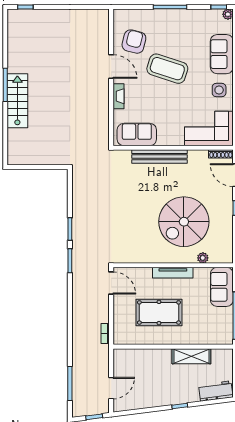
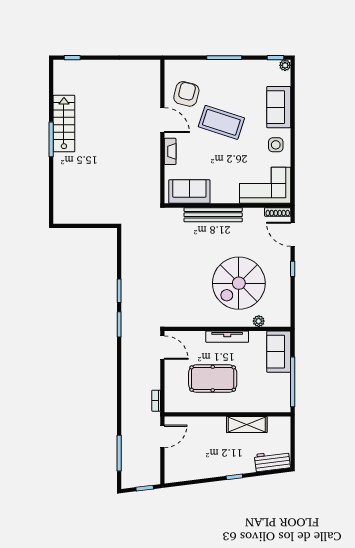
stairs: (17, 101) -> (64, 123), moved
door: (111, 388) -> (162, 436), moved

